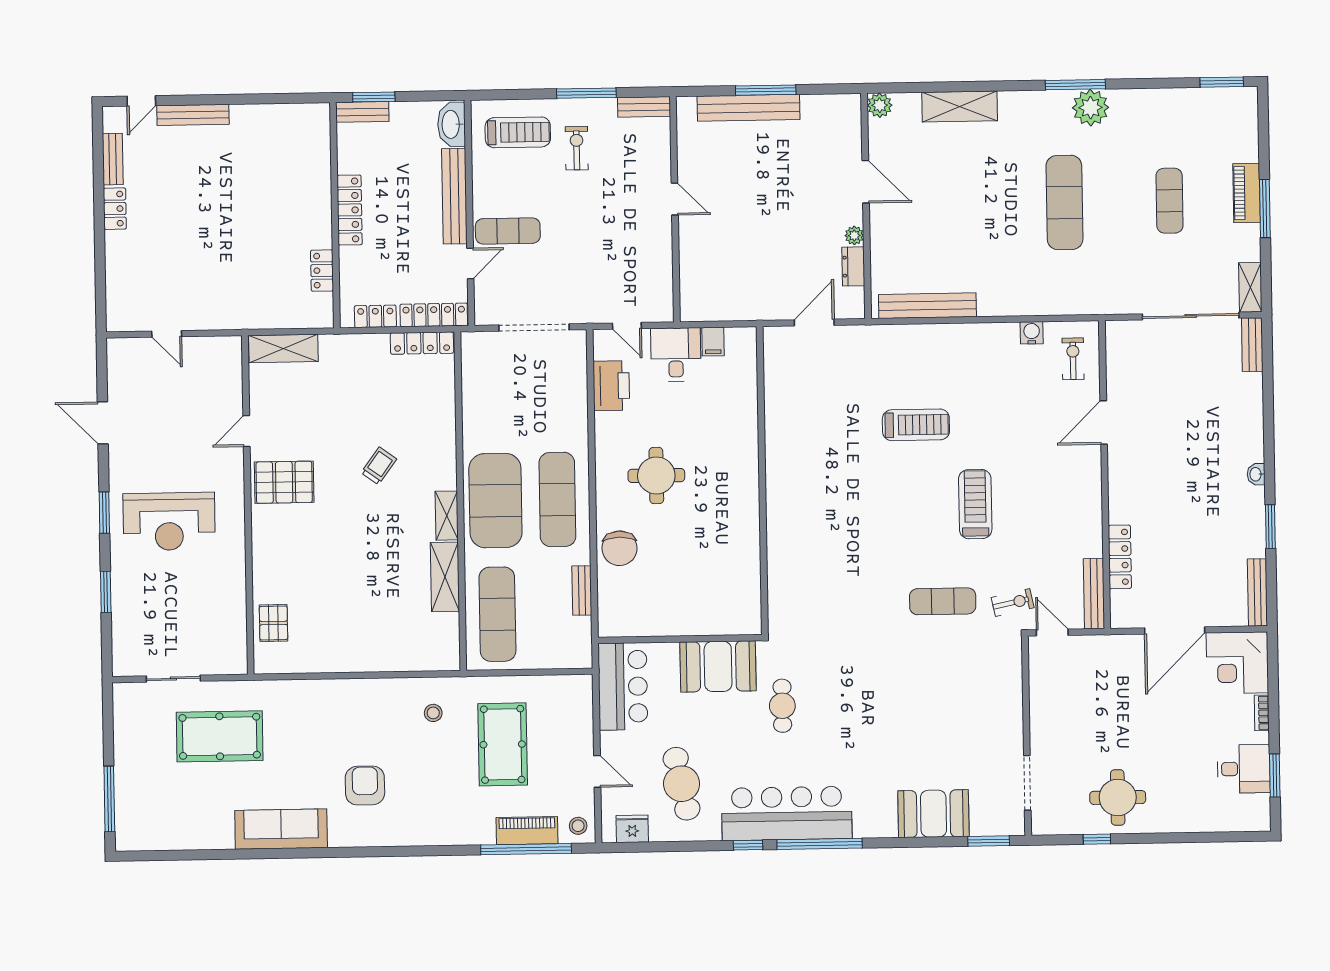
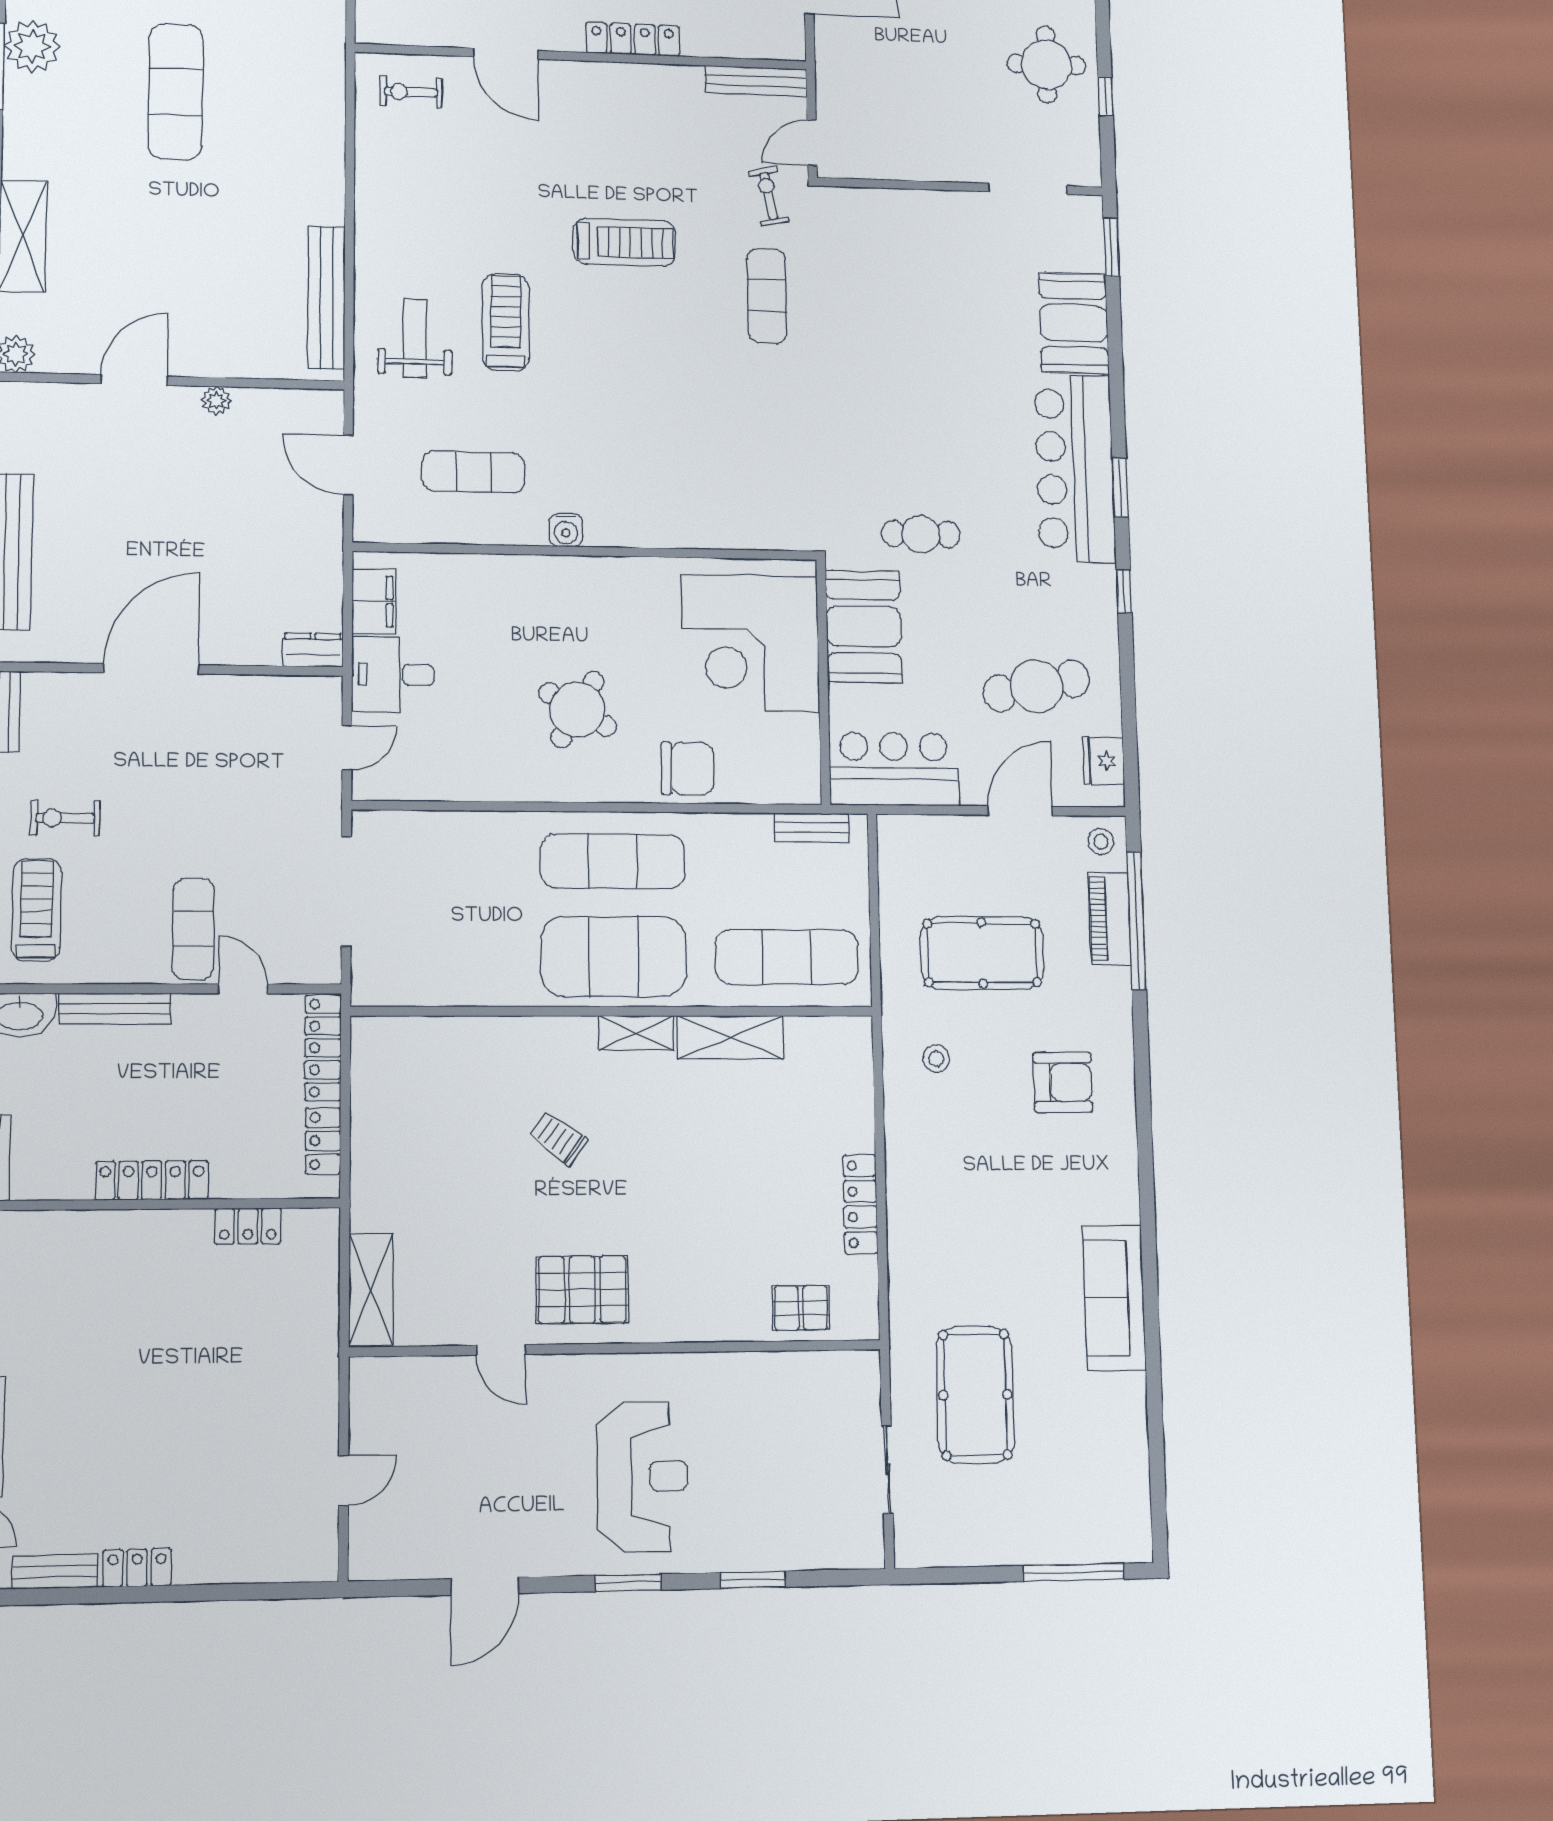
bench: (454, 196) -> (115, 1009), width x0.73, depth x0.82
door: (675, 199) -> (151, 669), width x1.88
exercise mat: (1064, 202) -> (176, 92), turned 90
dresser: (853, 266) -> (313, 650), moved, turned 180
water cooler: (1032, 333) -> (566, 530), moved, turned -90
filing cabinet: (713, 342) -> (374, 601), width x2.00
locker: (422, 343) -> (860, 1204), moved, turned 180
weight bench: (902, 364) -> (415, 338), added
printer: (611, 386) -> (439, 774), removed
exercise mat: (813, 405) -> (473, 472), added
round table: (656, 475) -> (577, 710), turned 30
pallet: (284, 482) -> (582, 1290), turned 90
treadmill: (975, 504) -> (624, 242), turned 180
locker: (1120, 557) -> (633, 39), moved
bench: (582, 590) -> (812, 828), moved
corner desk: (704, 590) -> (750, 643), added
door: (597, 771) -> (1020, 811), width x1.38
armchair: (365, 785) -> (1063, 1082), moved, turned 180
bar counter: (787, 813) -> (1075, 468), moved
window: (820, 844) -> (1120, 488), width x0.47

